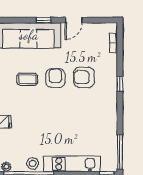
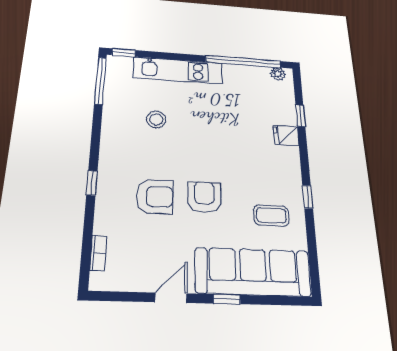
armchair: (55, 78) -> (204, 197), turned 180
coffee table: (27, 79) -> (271, 215), moved
stool: (33, 163) -> (156, 119), moved

